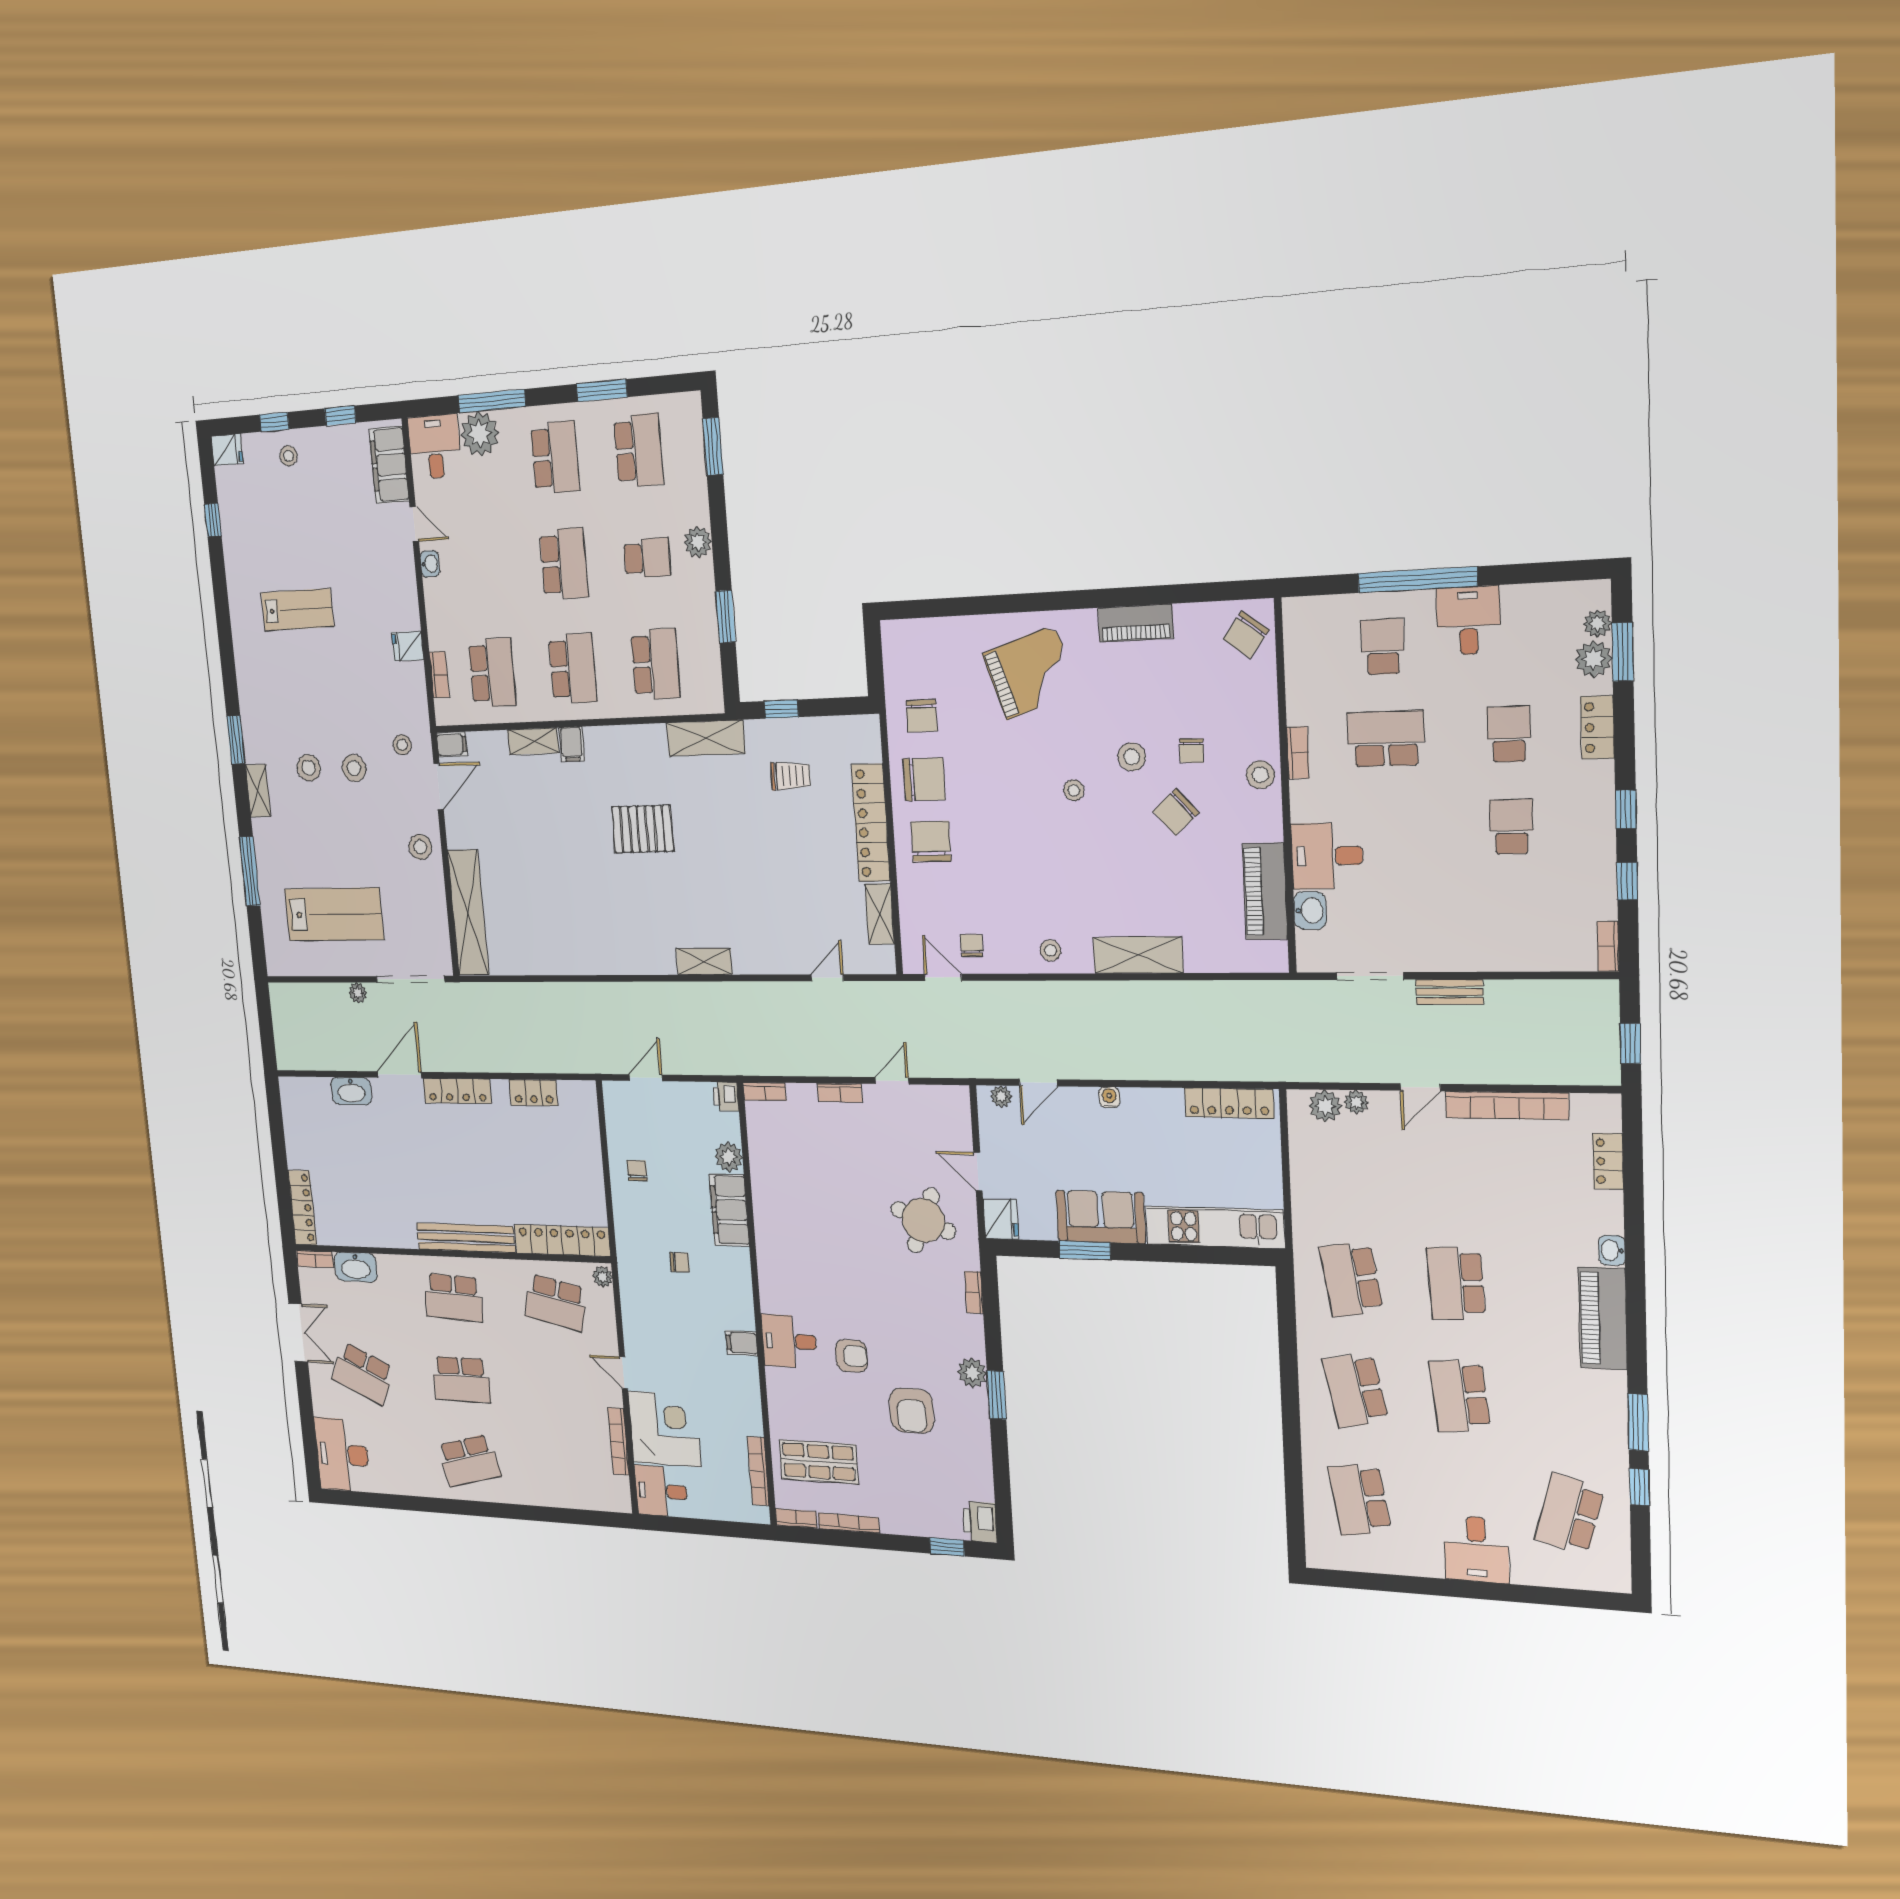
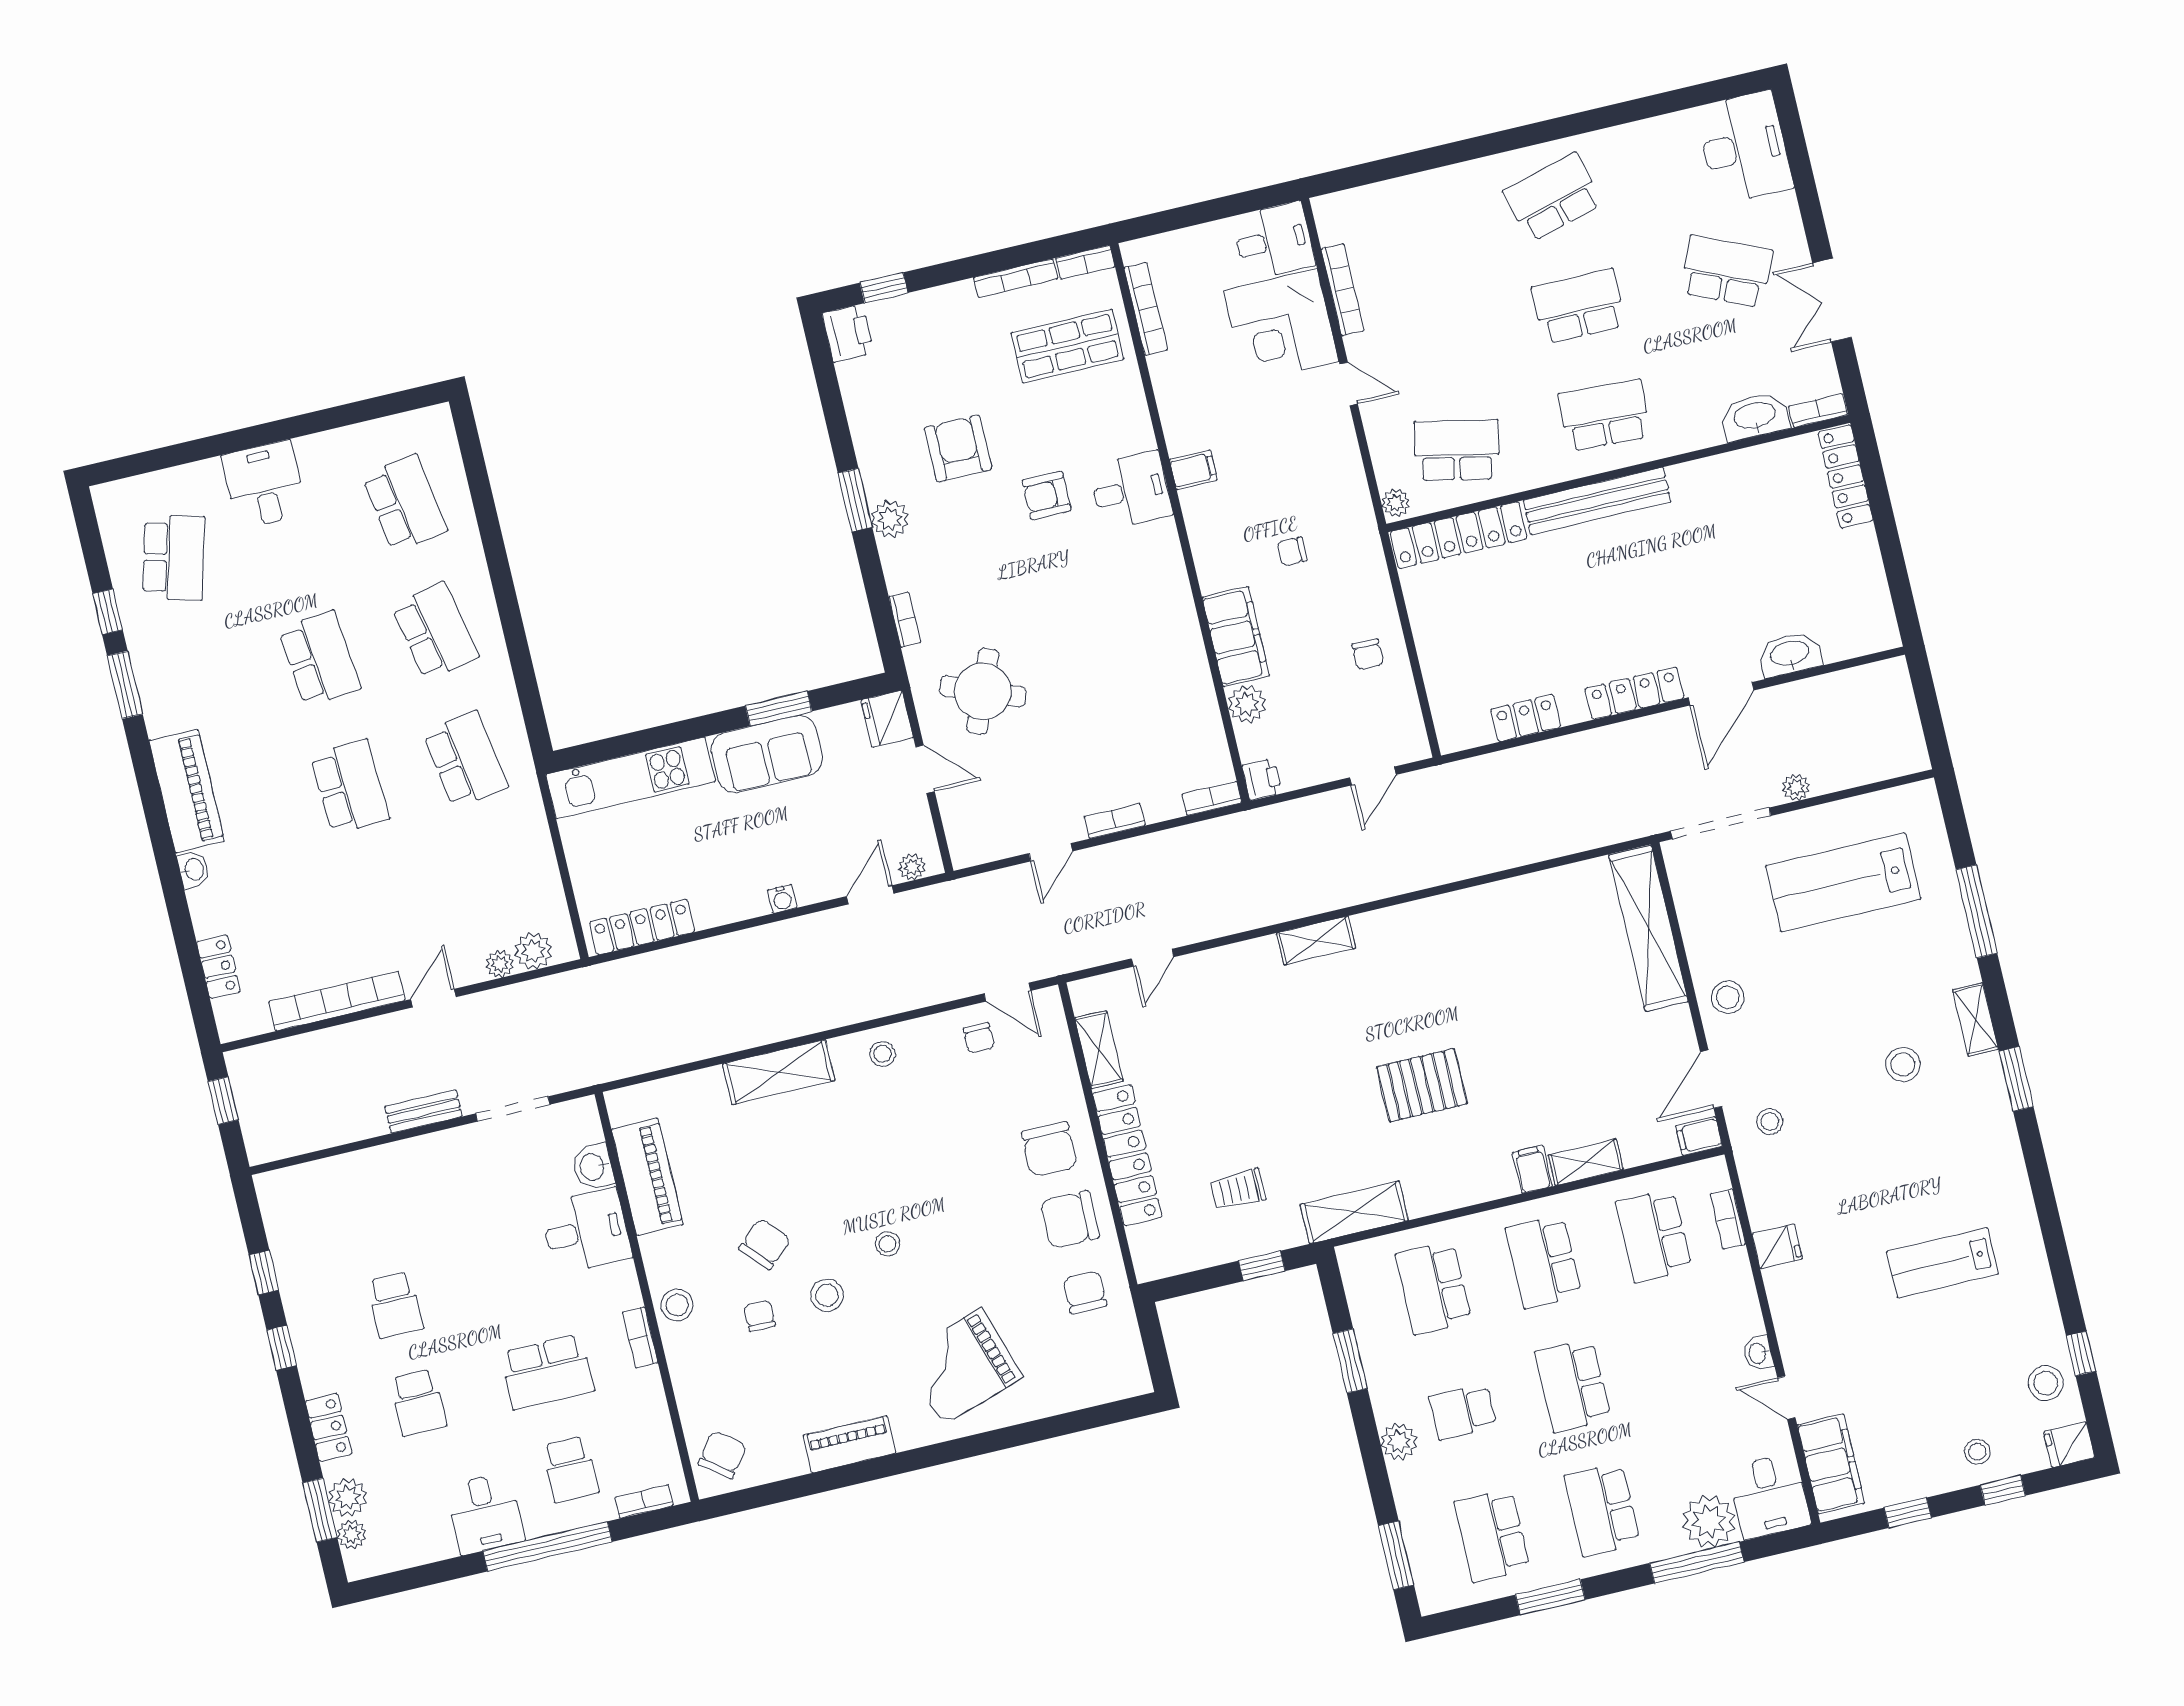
stool: (354, 768) -> (2046, 1383), moved
bookcase: (1608, 946) -> (644, 1502), moved, turned -90

